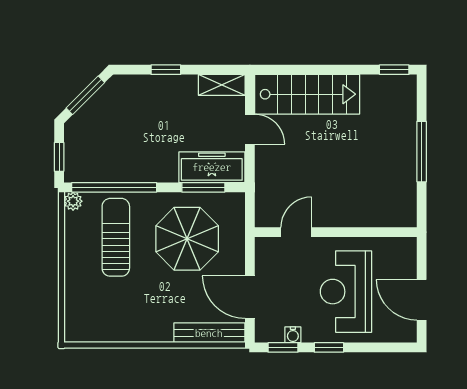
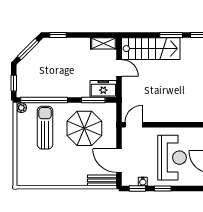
window: (166, 70) -> (58, 35), moved
window: (344, 70) -> (171, 35), added
freezer: (212, 167) -> (103, 89), width x0.71
door: (296, 232) -> (134, 125), moved
reception desk: (346, 292) -> (172, 158), turned 180
bench: (209, 333) -> (102, 180), width x0.73

